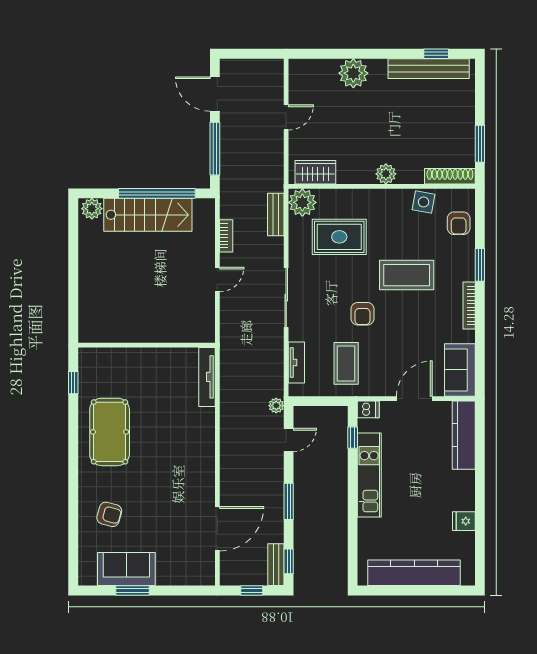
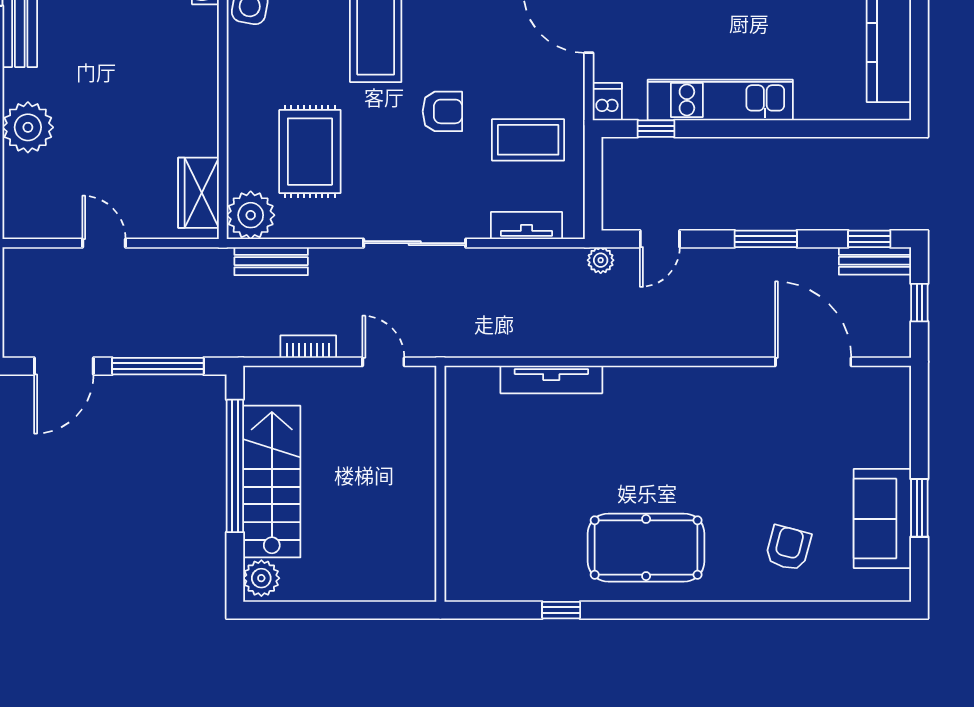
plant: (386, 174) -> (201, 71), removed
wall: (147, 345) -> (440, 484), moved
door: (289, 440) -> (660, 239), swing flipped

